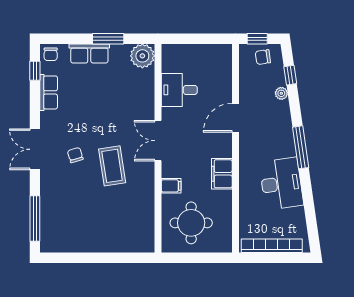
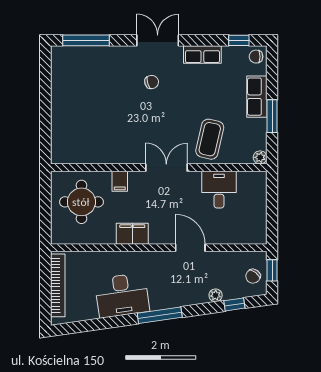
plant: (142, 56) -> (260, 157), width x0.53, depth x0.53
chair: (263, 57) -> (253, 276), turned -134
row of seats: (49, 92) -> (202, 54), moved
coffee table: (112, 166) -> (210, 139), moved, turned -68

